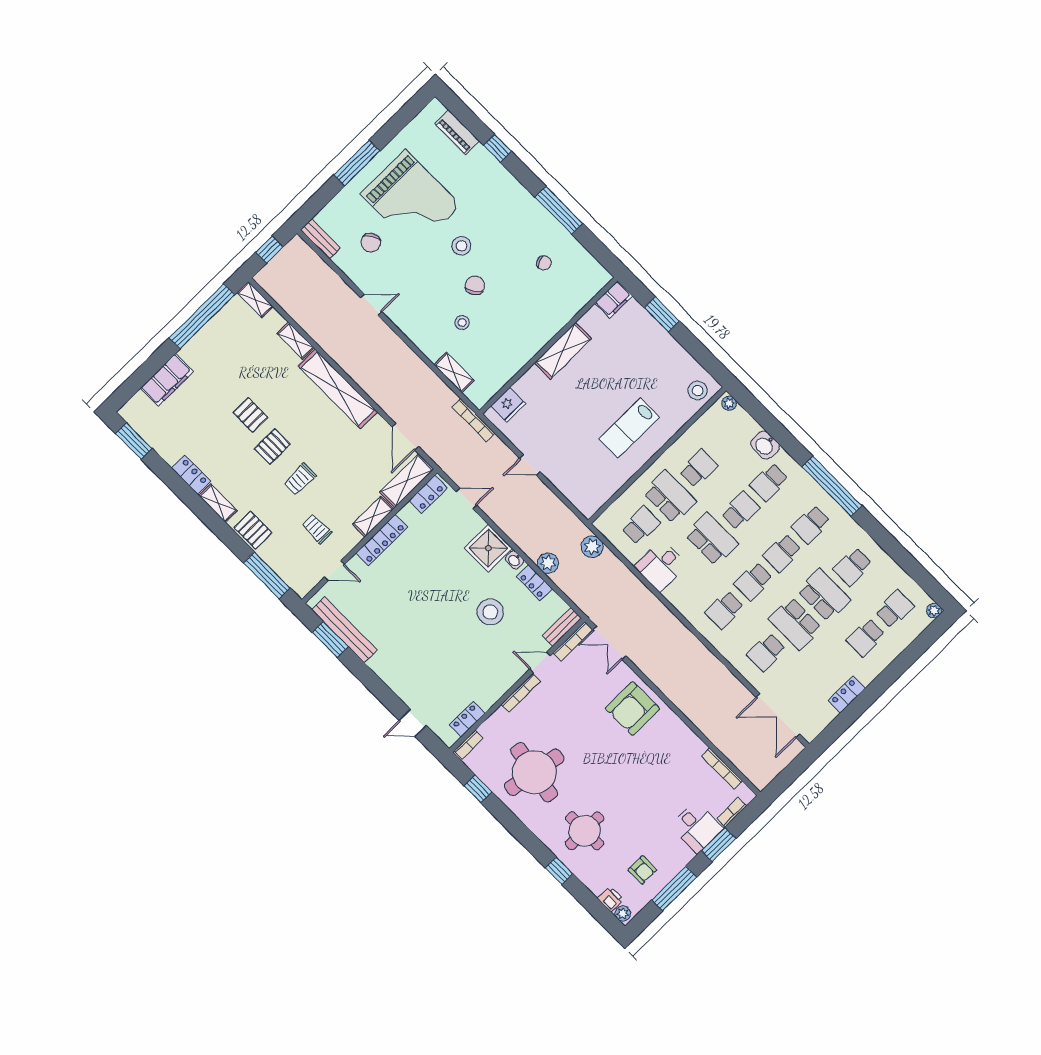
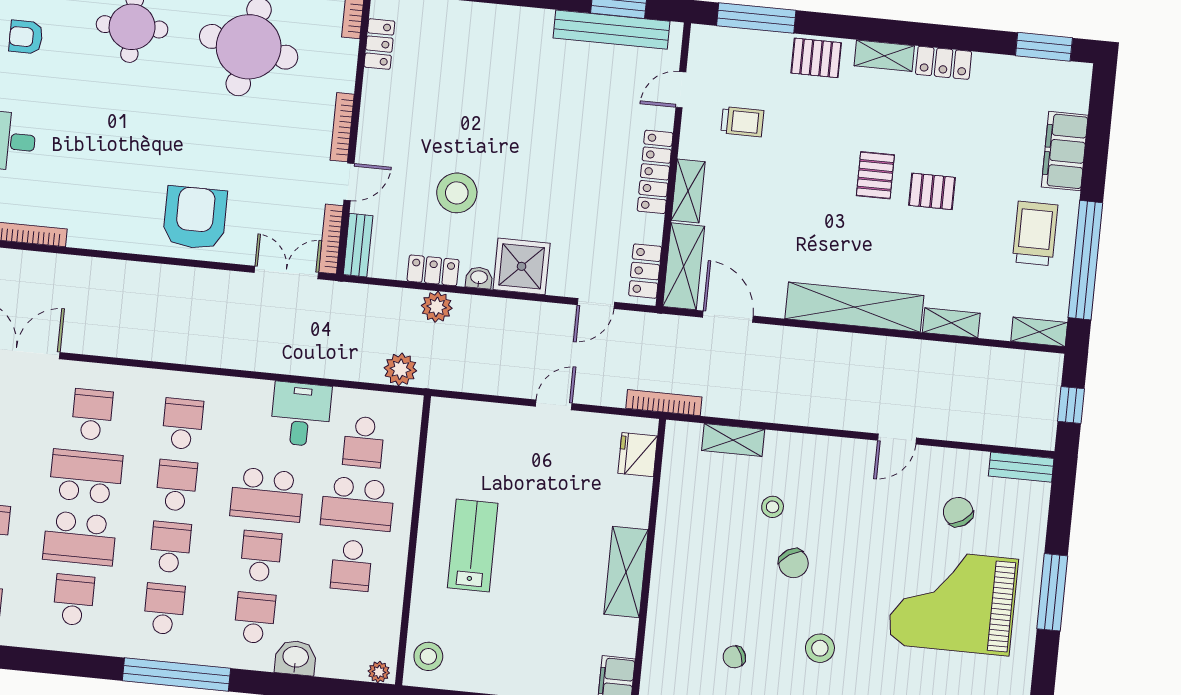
stool: (461, 246) -> (820, 648), moved
trolley: (300, 479) -> (1035, 233), moved, width x1.36, depth x1.39
school desk: (740, 511) -> (261, 556), turned 180

